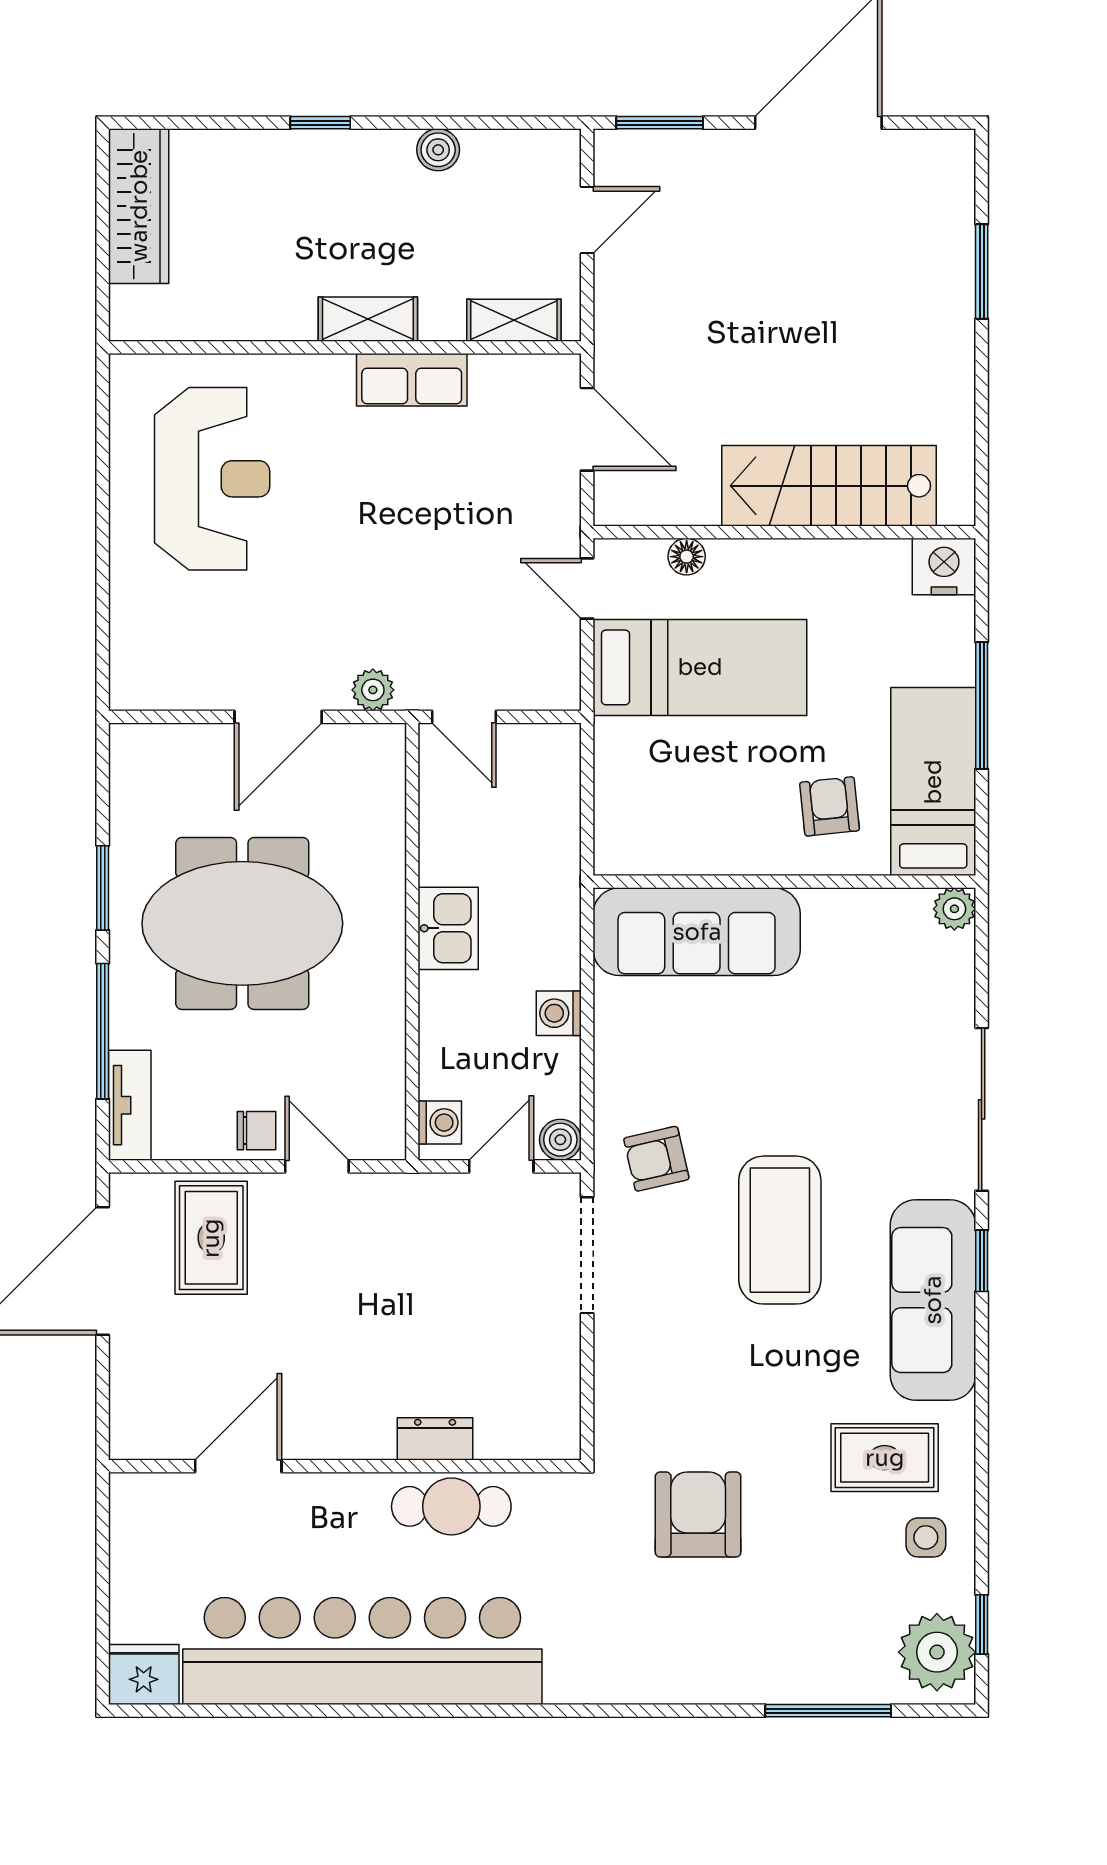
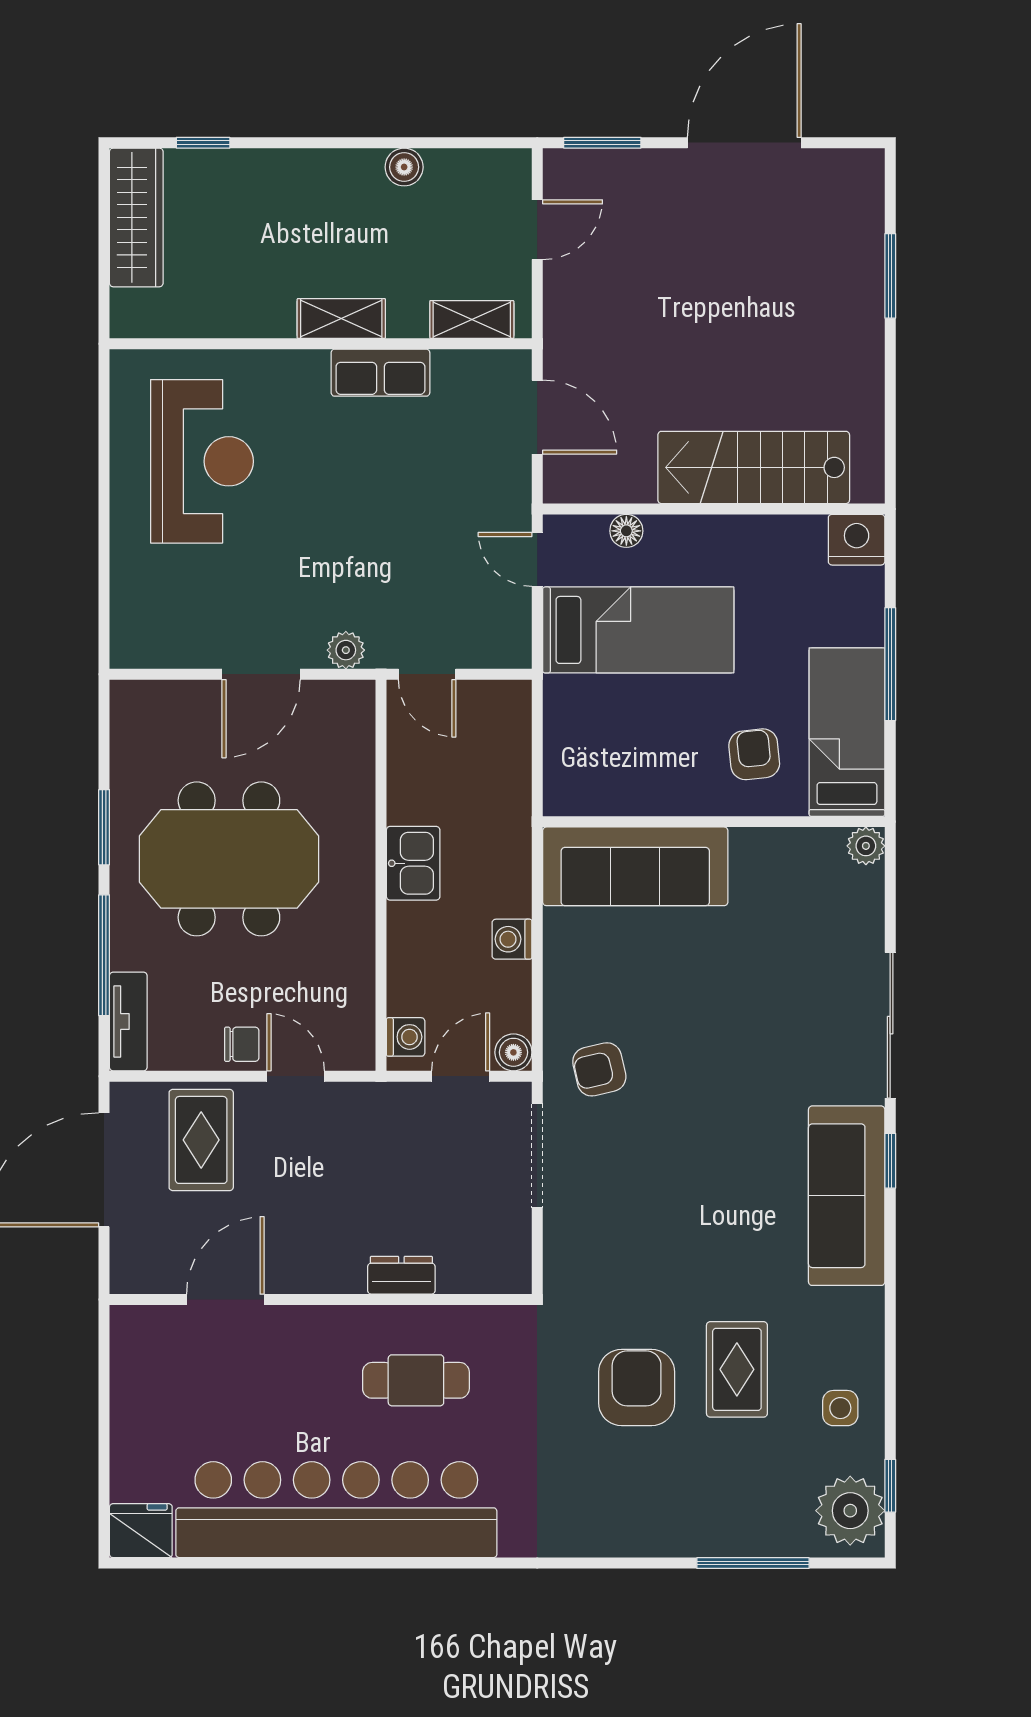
window: (320, 123) -> (203, 143), moved
coffee table: (780, 1230) -> (710, 1133), removed
dresser: (435, 1439) -> (401, 1275), moved
rug: (885, 1458) -> (737, 1369), moved, turned 90
door: (238, 1466) -> (225, 1300), moved
wall: (345, 1466) -> (321, 1300), moved

